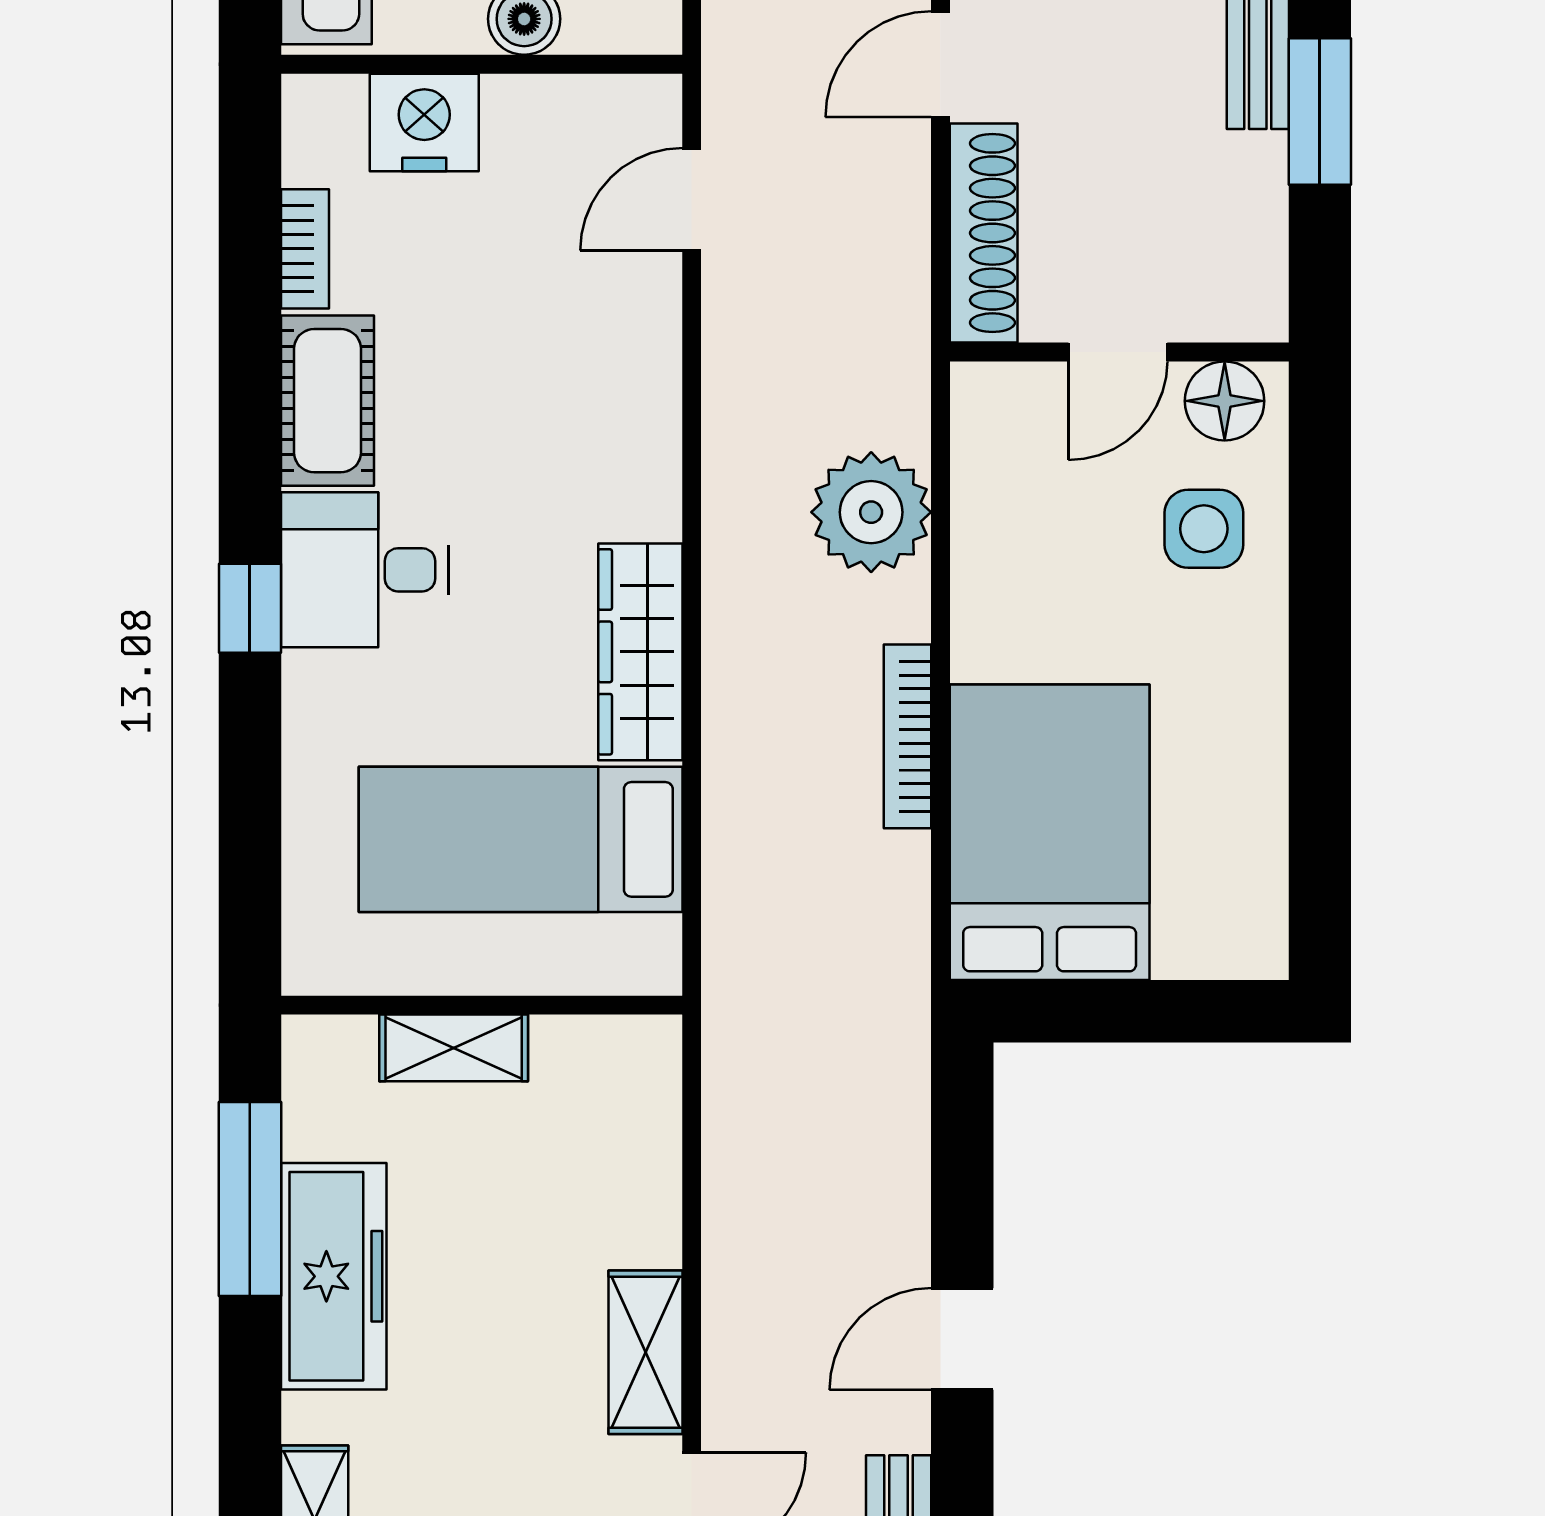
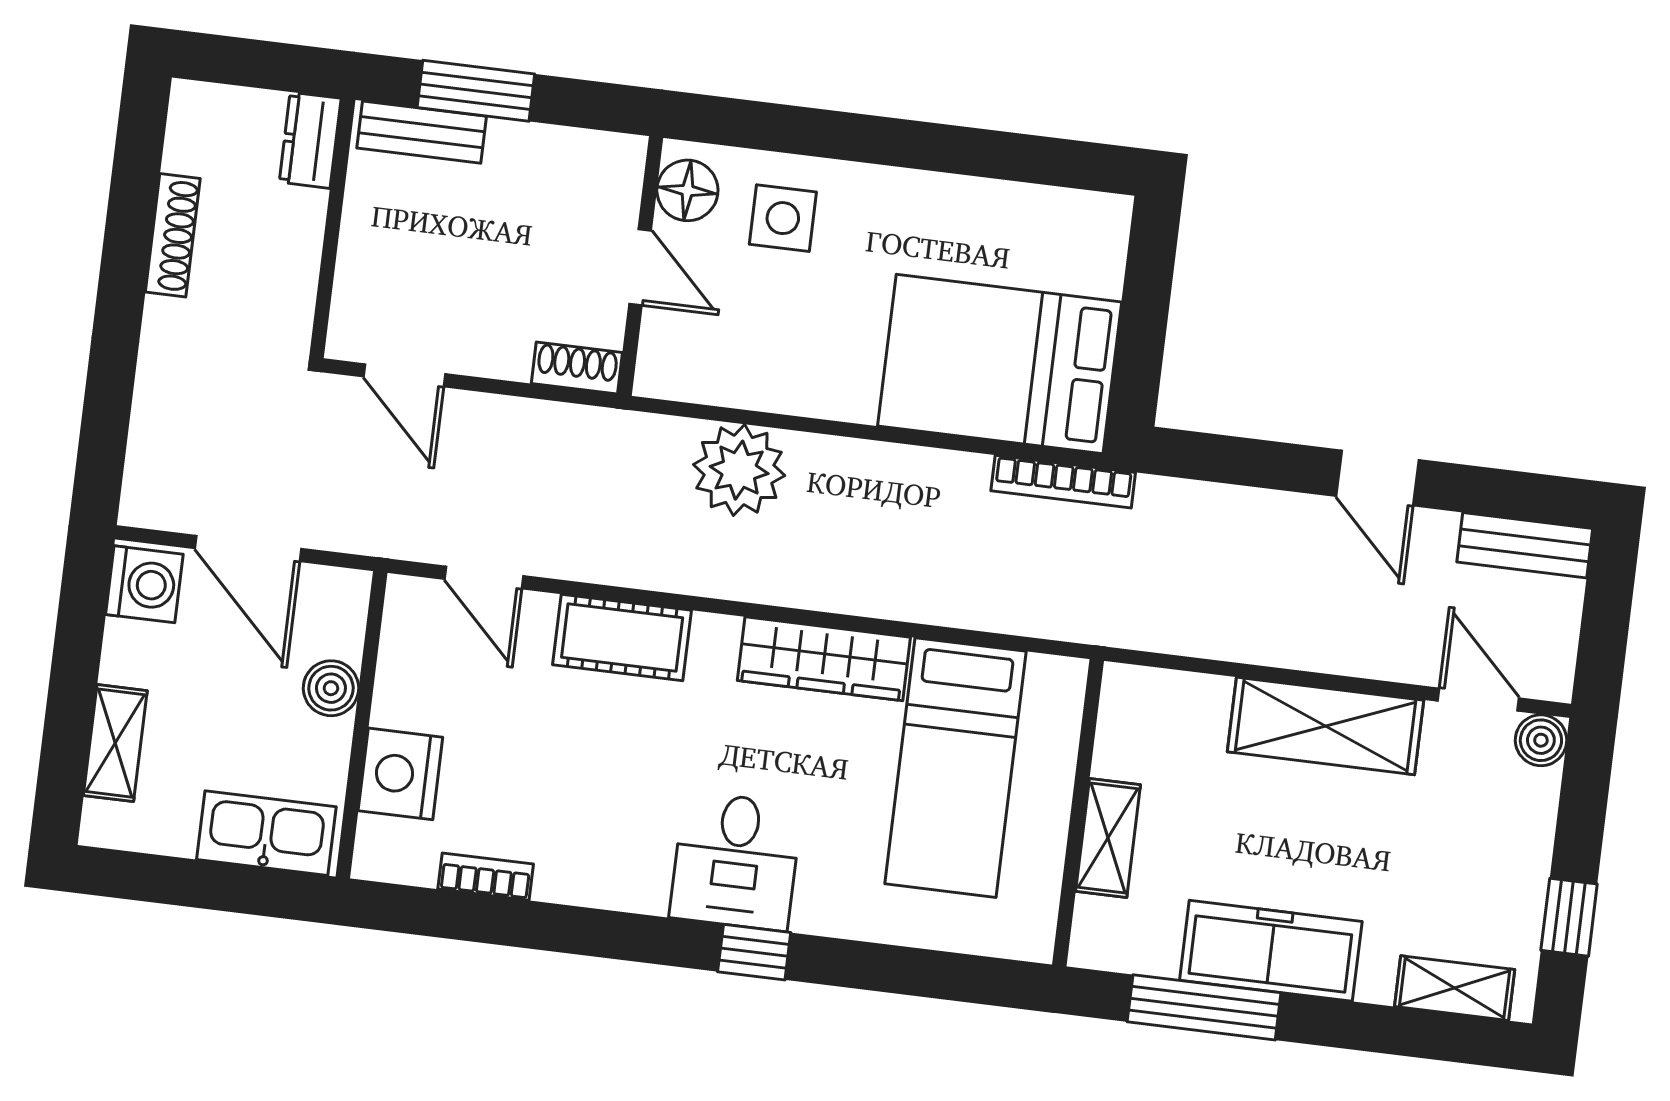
shoe rack: (984, 233) -> (577, 368), width x0.51, depth x0.81
cot: (327, 401) -> (622, 637), moved
bookcase: (908, 736) -> (1063, 482), moved
shelving: (645, 1352) -> (1326, 726), width x1.50, depth x1.33

